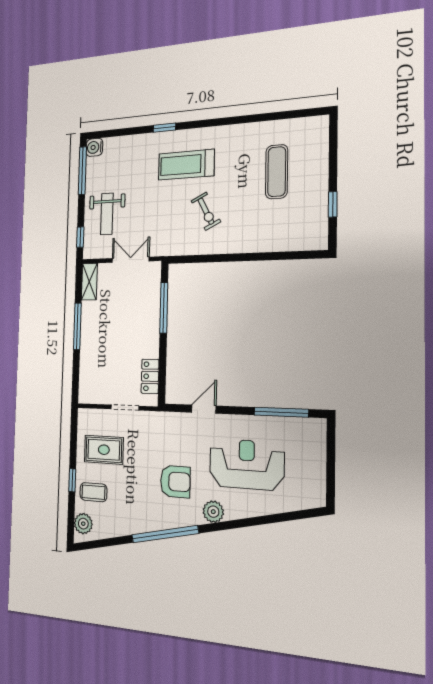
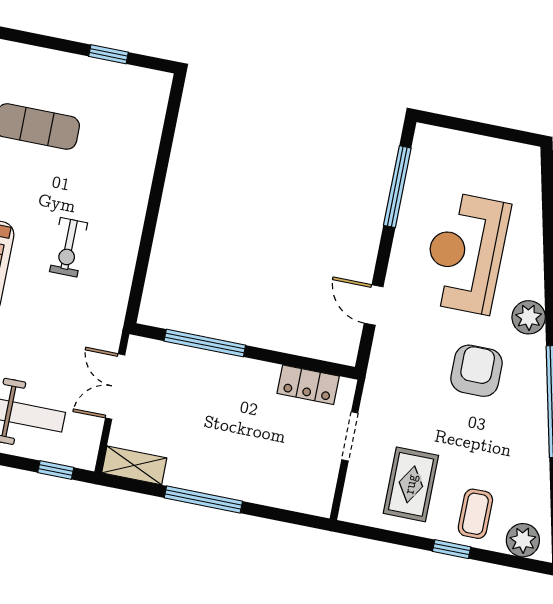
exercise bike: (206, 211) -> (69, 247), turned 117

